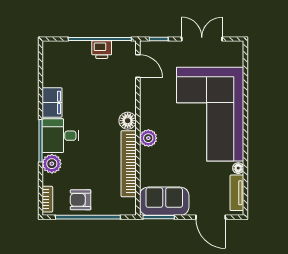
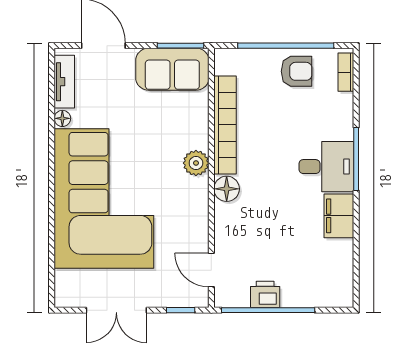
plant: (52, 164) -> (339, 125), removed

